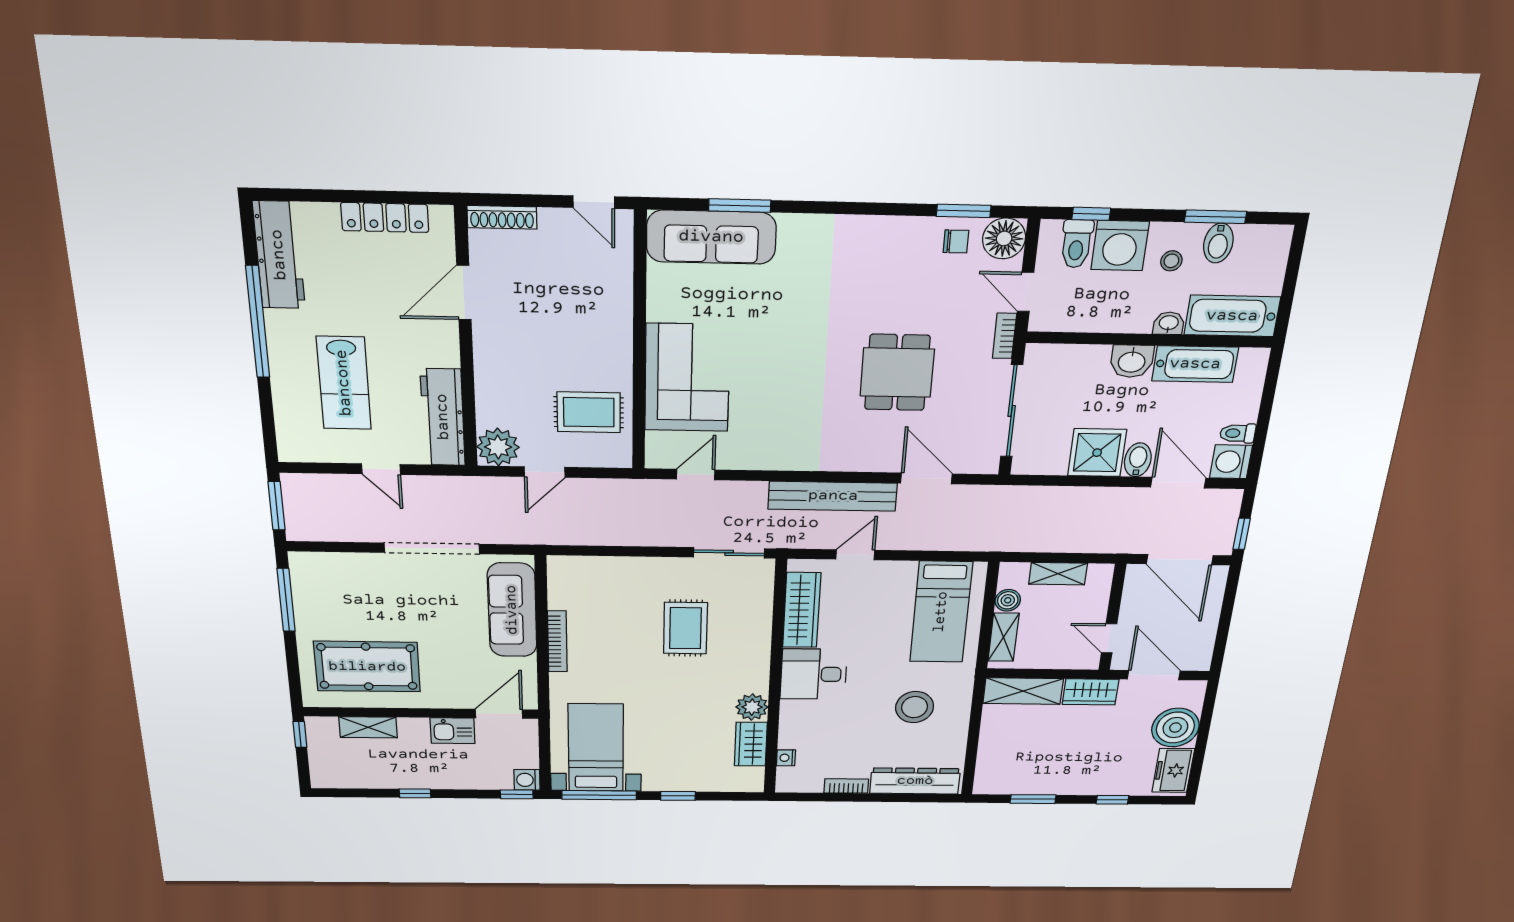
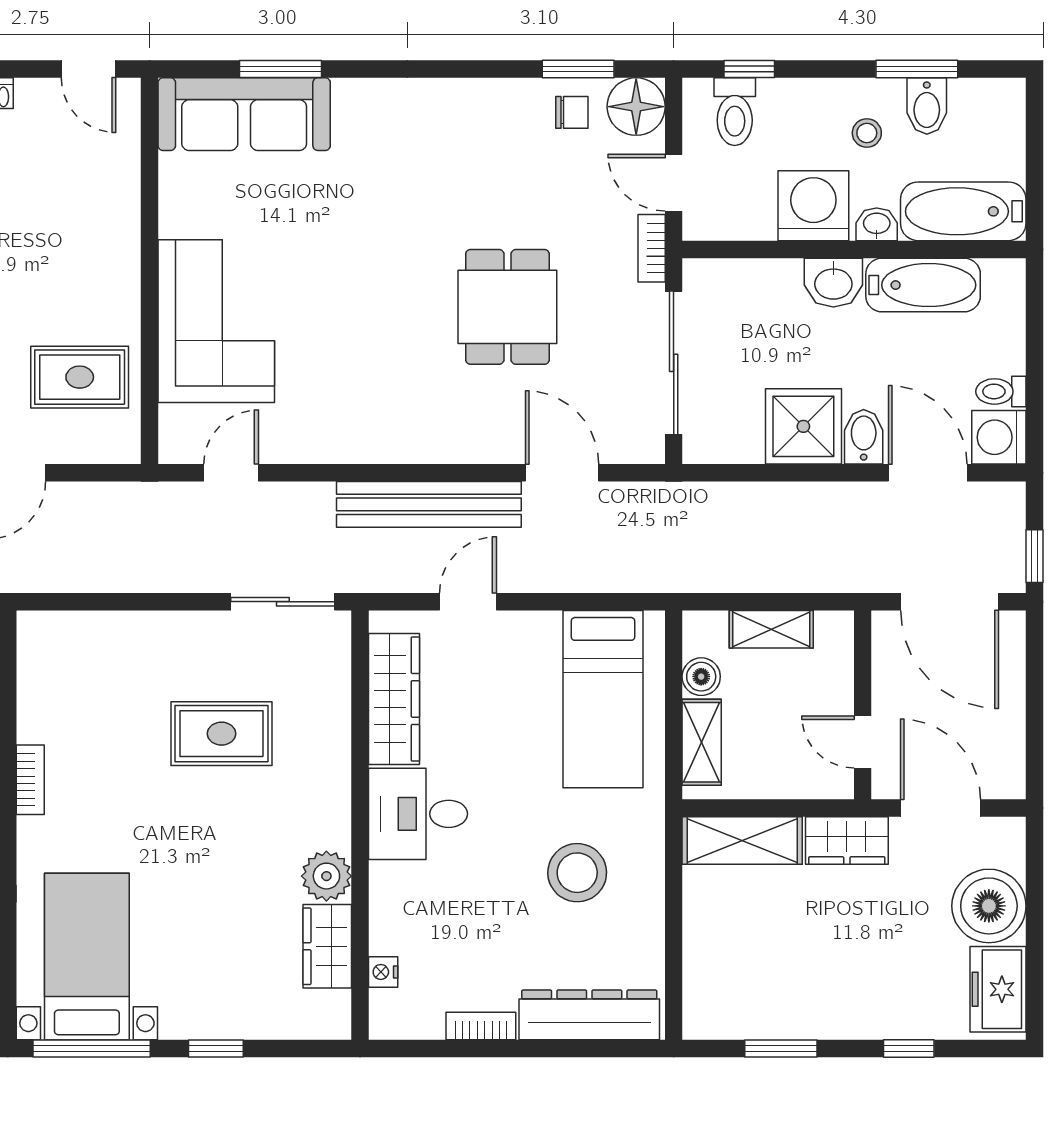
washing machine: (1120, 246) -> (813, 206), moved, turned 180
rug: (685, 628) -> (222, 734), turned 90
bookcase: (557, 641) -> (30, 780), width x0.64

